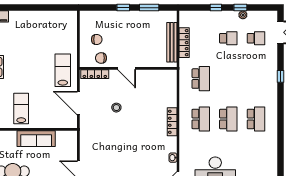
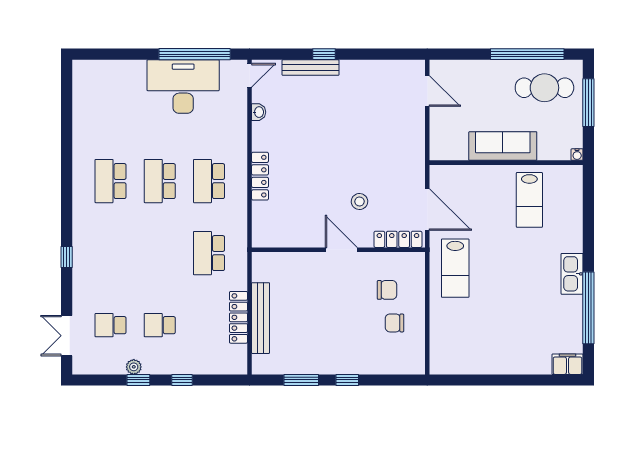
door: (127, 68) -> (341, 250), moved
wall: (128, 68) -> (338, 250), moved
locker: (95, 74) -> (398, 239), moved

